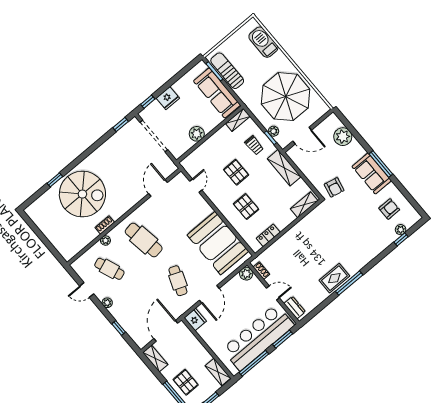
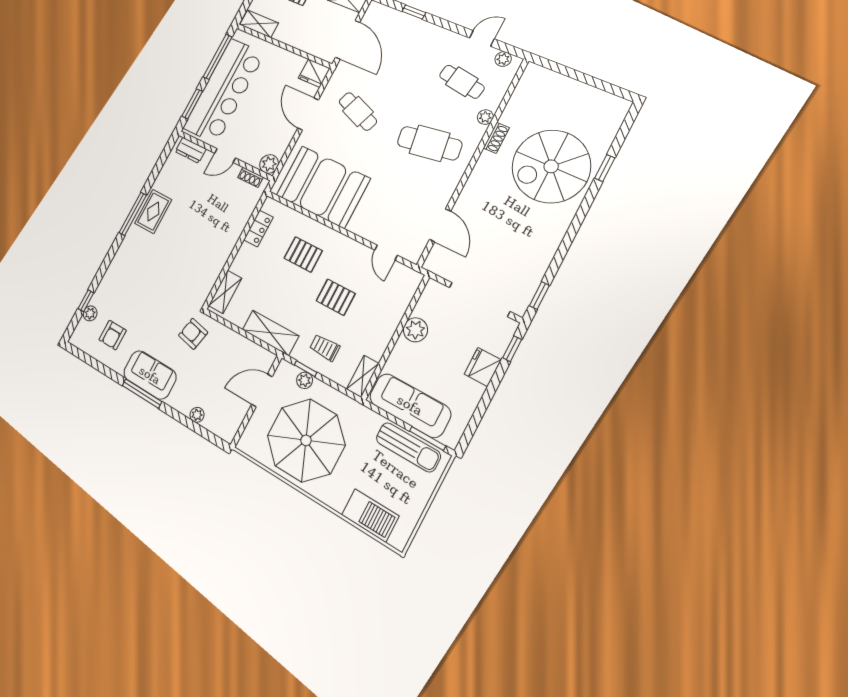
plant: (343, 137) -> (197, 415), width x0.53, depth x0.53
cafe table: (109, 269) -> (462, 82), turned 30
plant: (107, 303) -> (503, 59), moved

